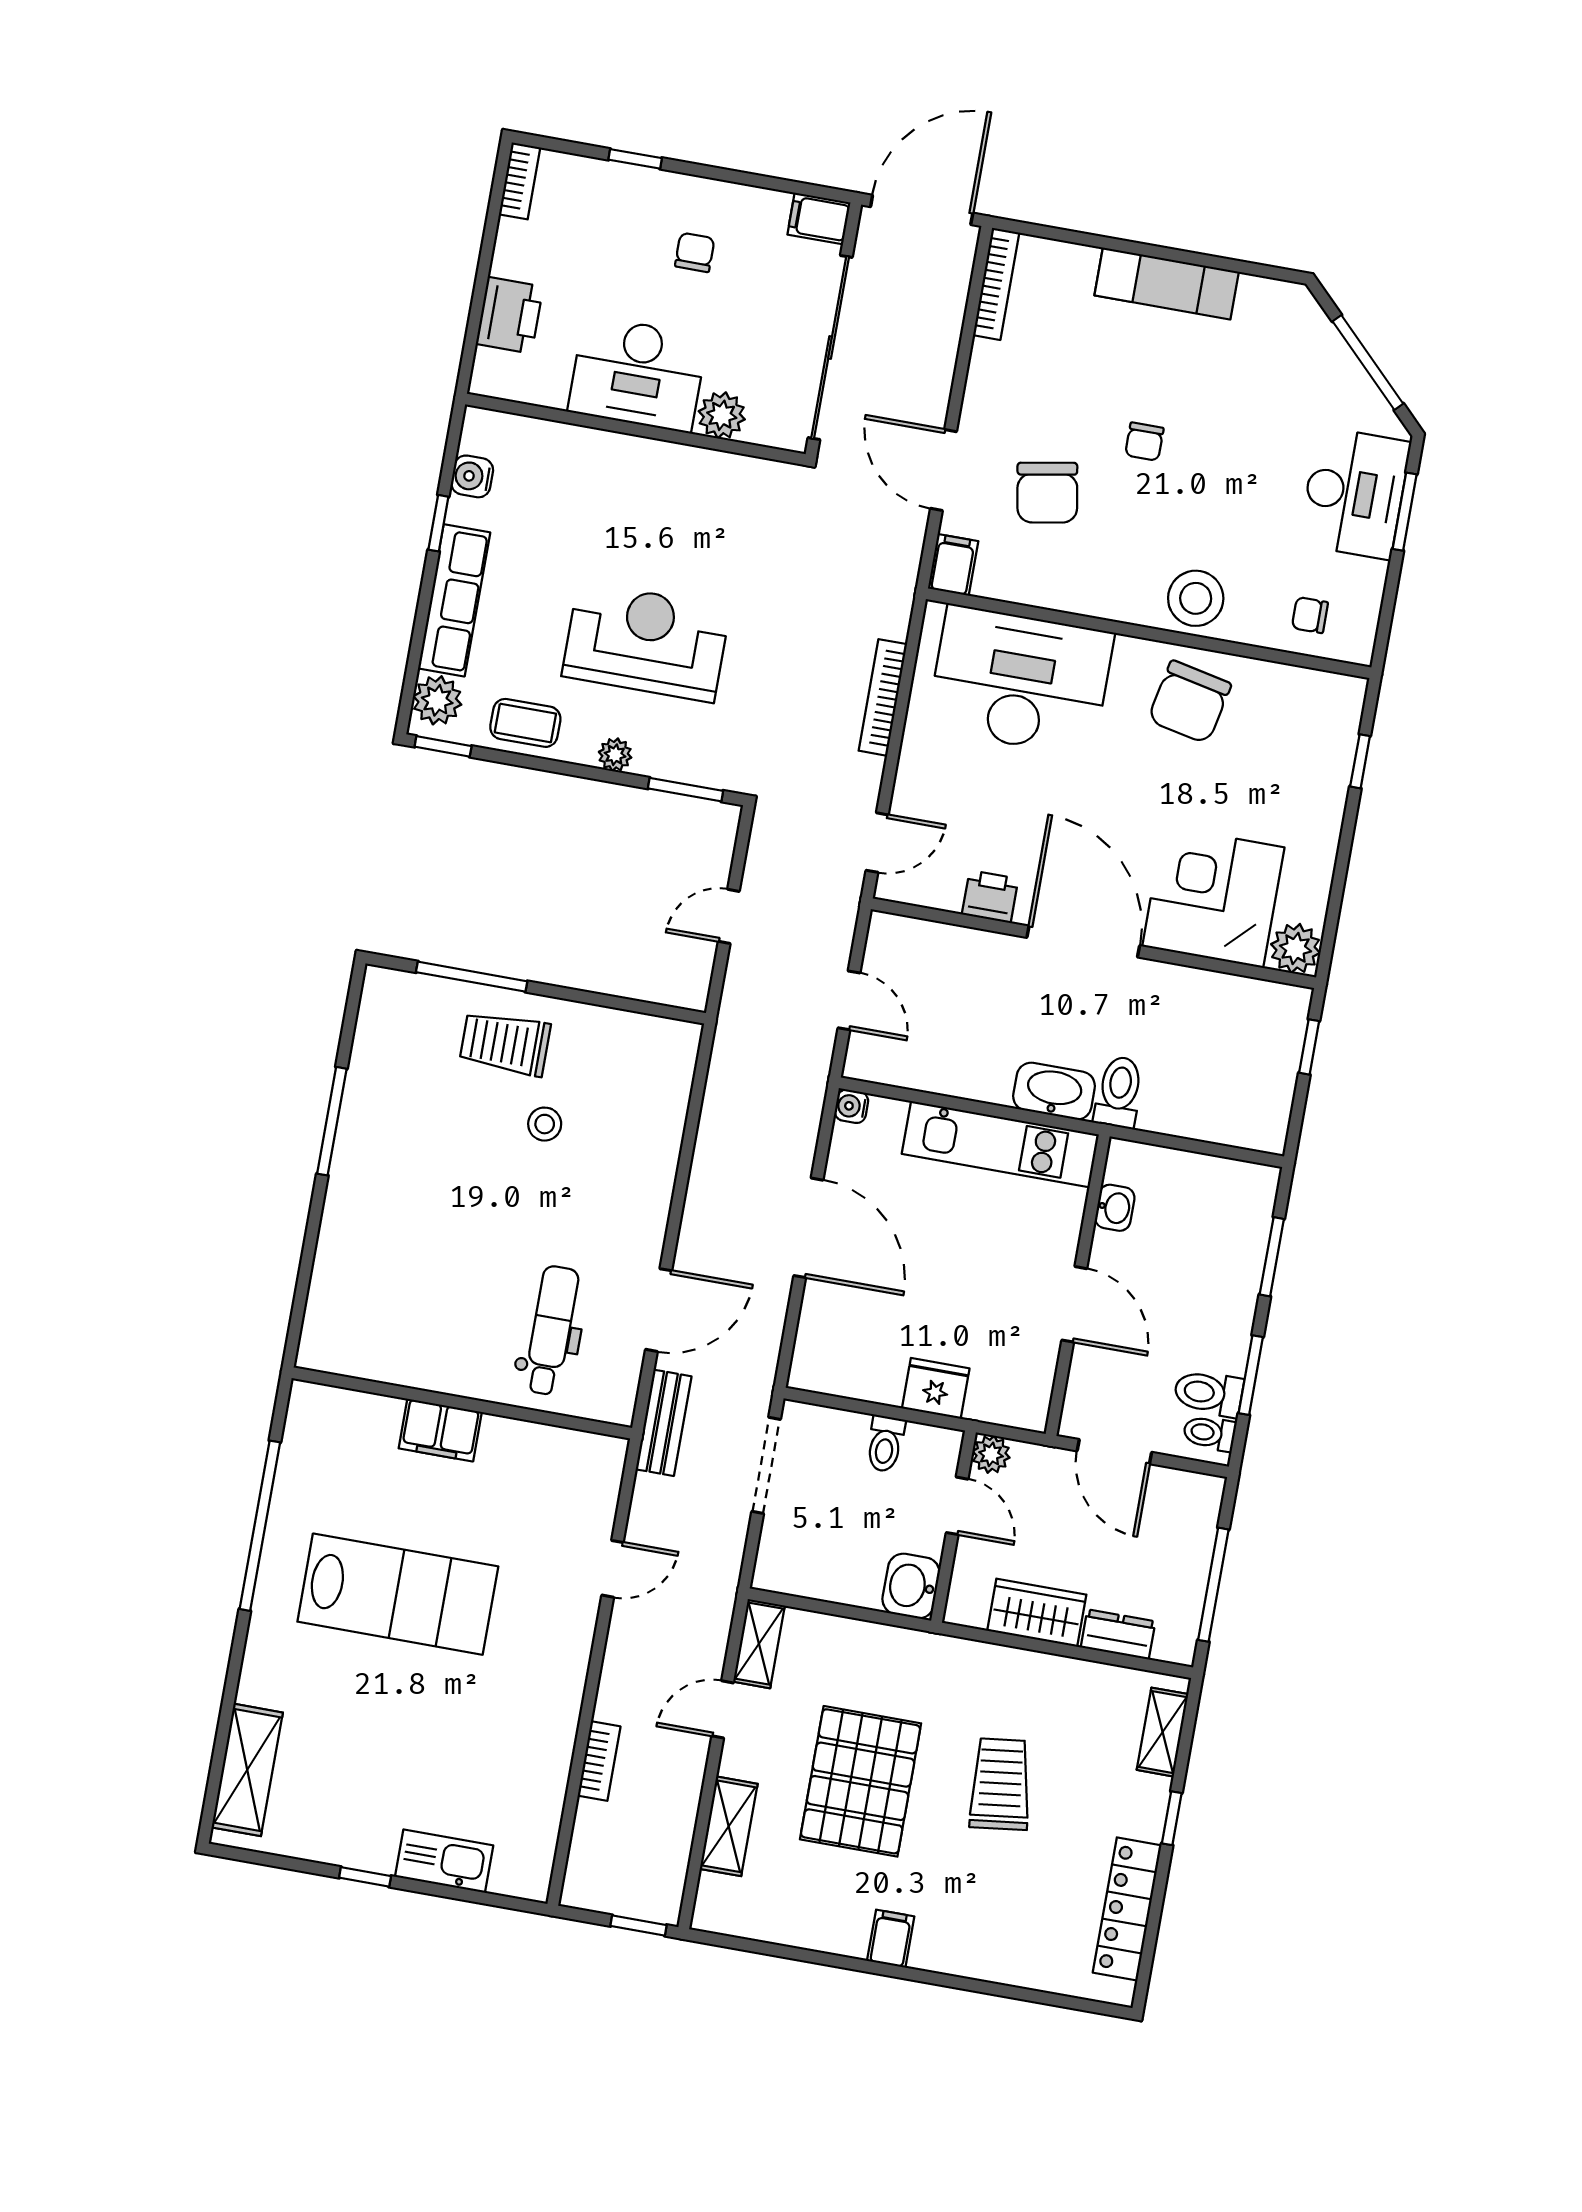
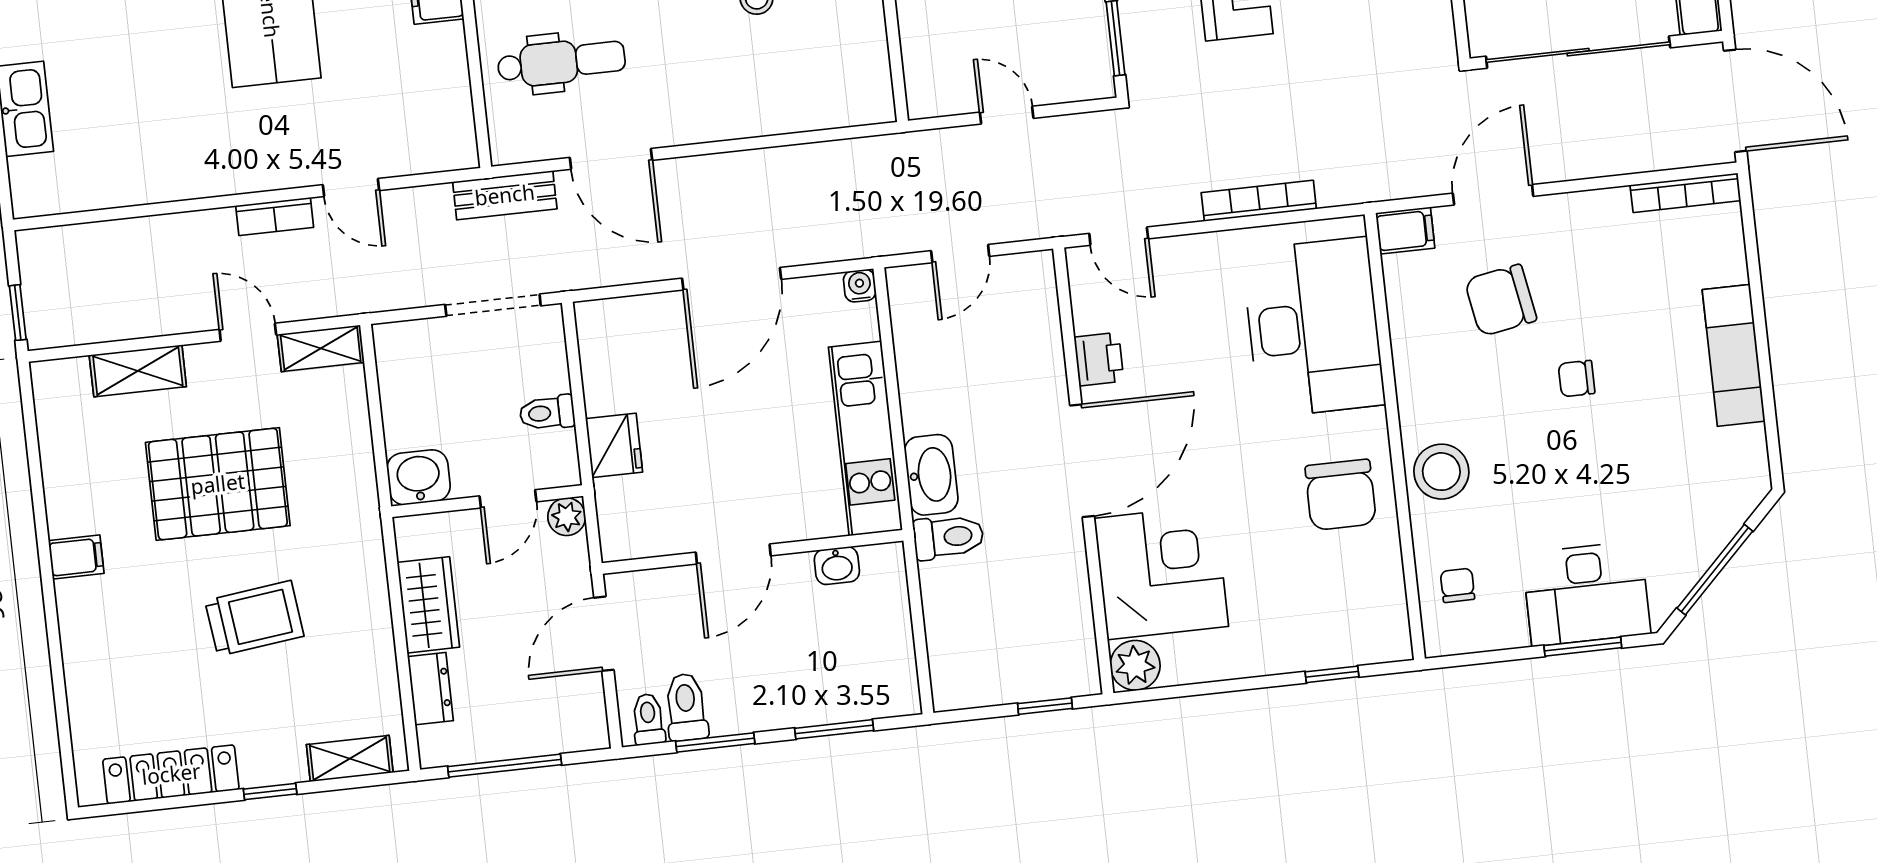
chair: (1189, 702) -> (1341, 495), turned -102
bookcase: (599, 1761) -> (275, 216), moved

